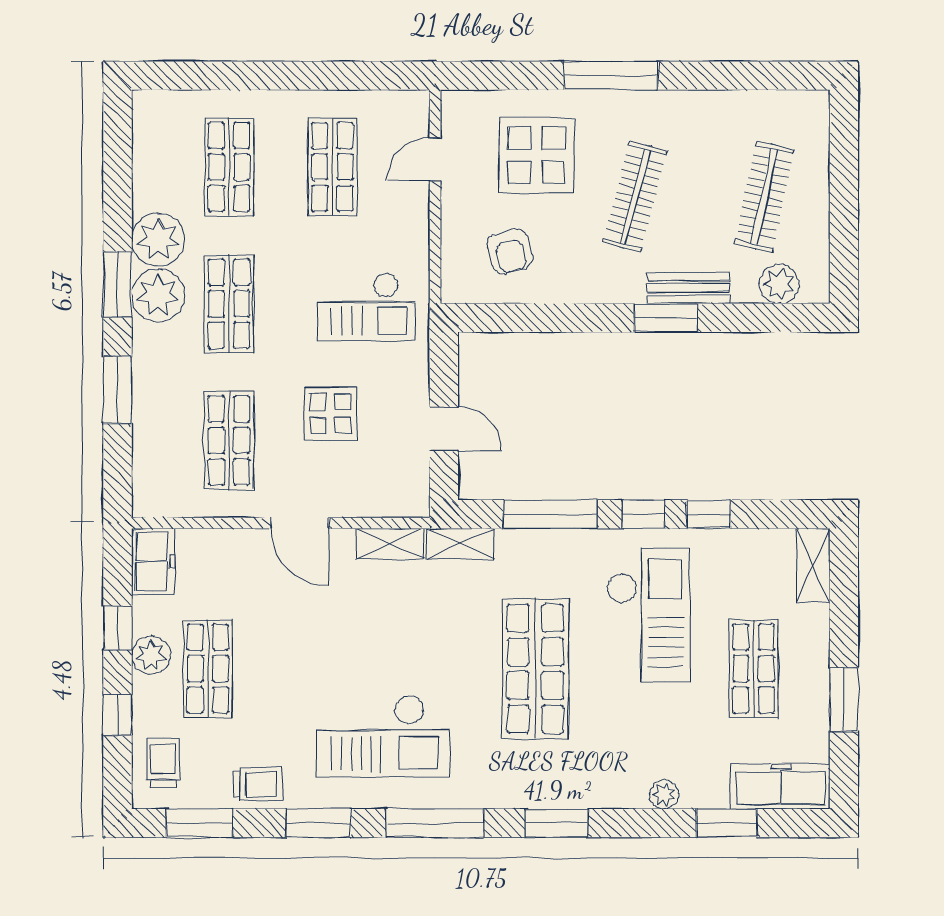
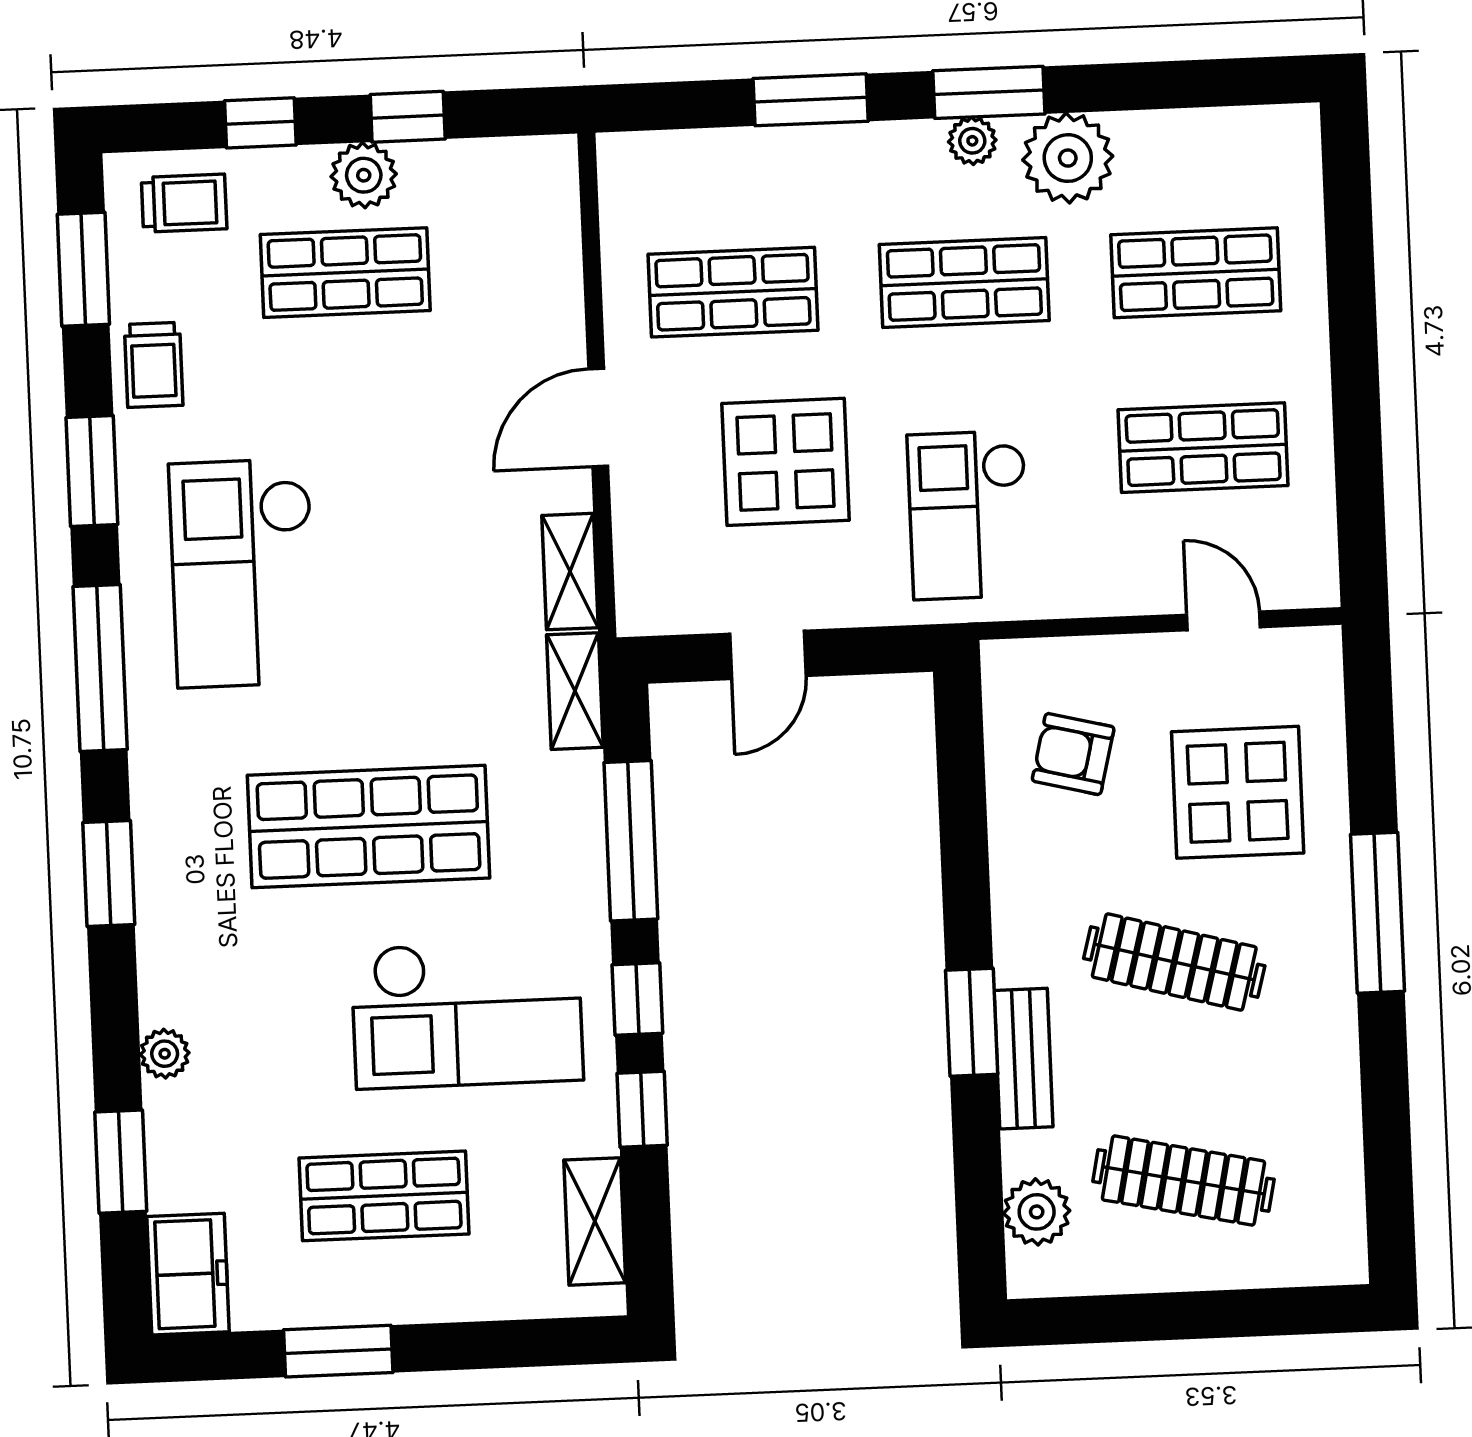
armchair: (510, 251) -> (1073, 754), turned 30
plant: (158, 295) -> (972, 141), width x0.53, depth x0.53
display table: (330, 414) -> (786, 462), width x1.36, depth x1.36
freezer: (153, 561) -> (523, 172), removed
shelving: (813, 565) -> (595, 1221), moved, turned 90
freezer: (781, 786) -> (188, 1274), width x0.71

